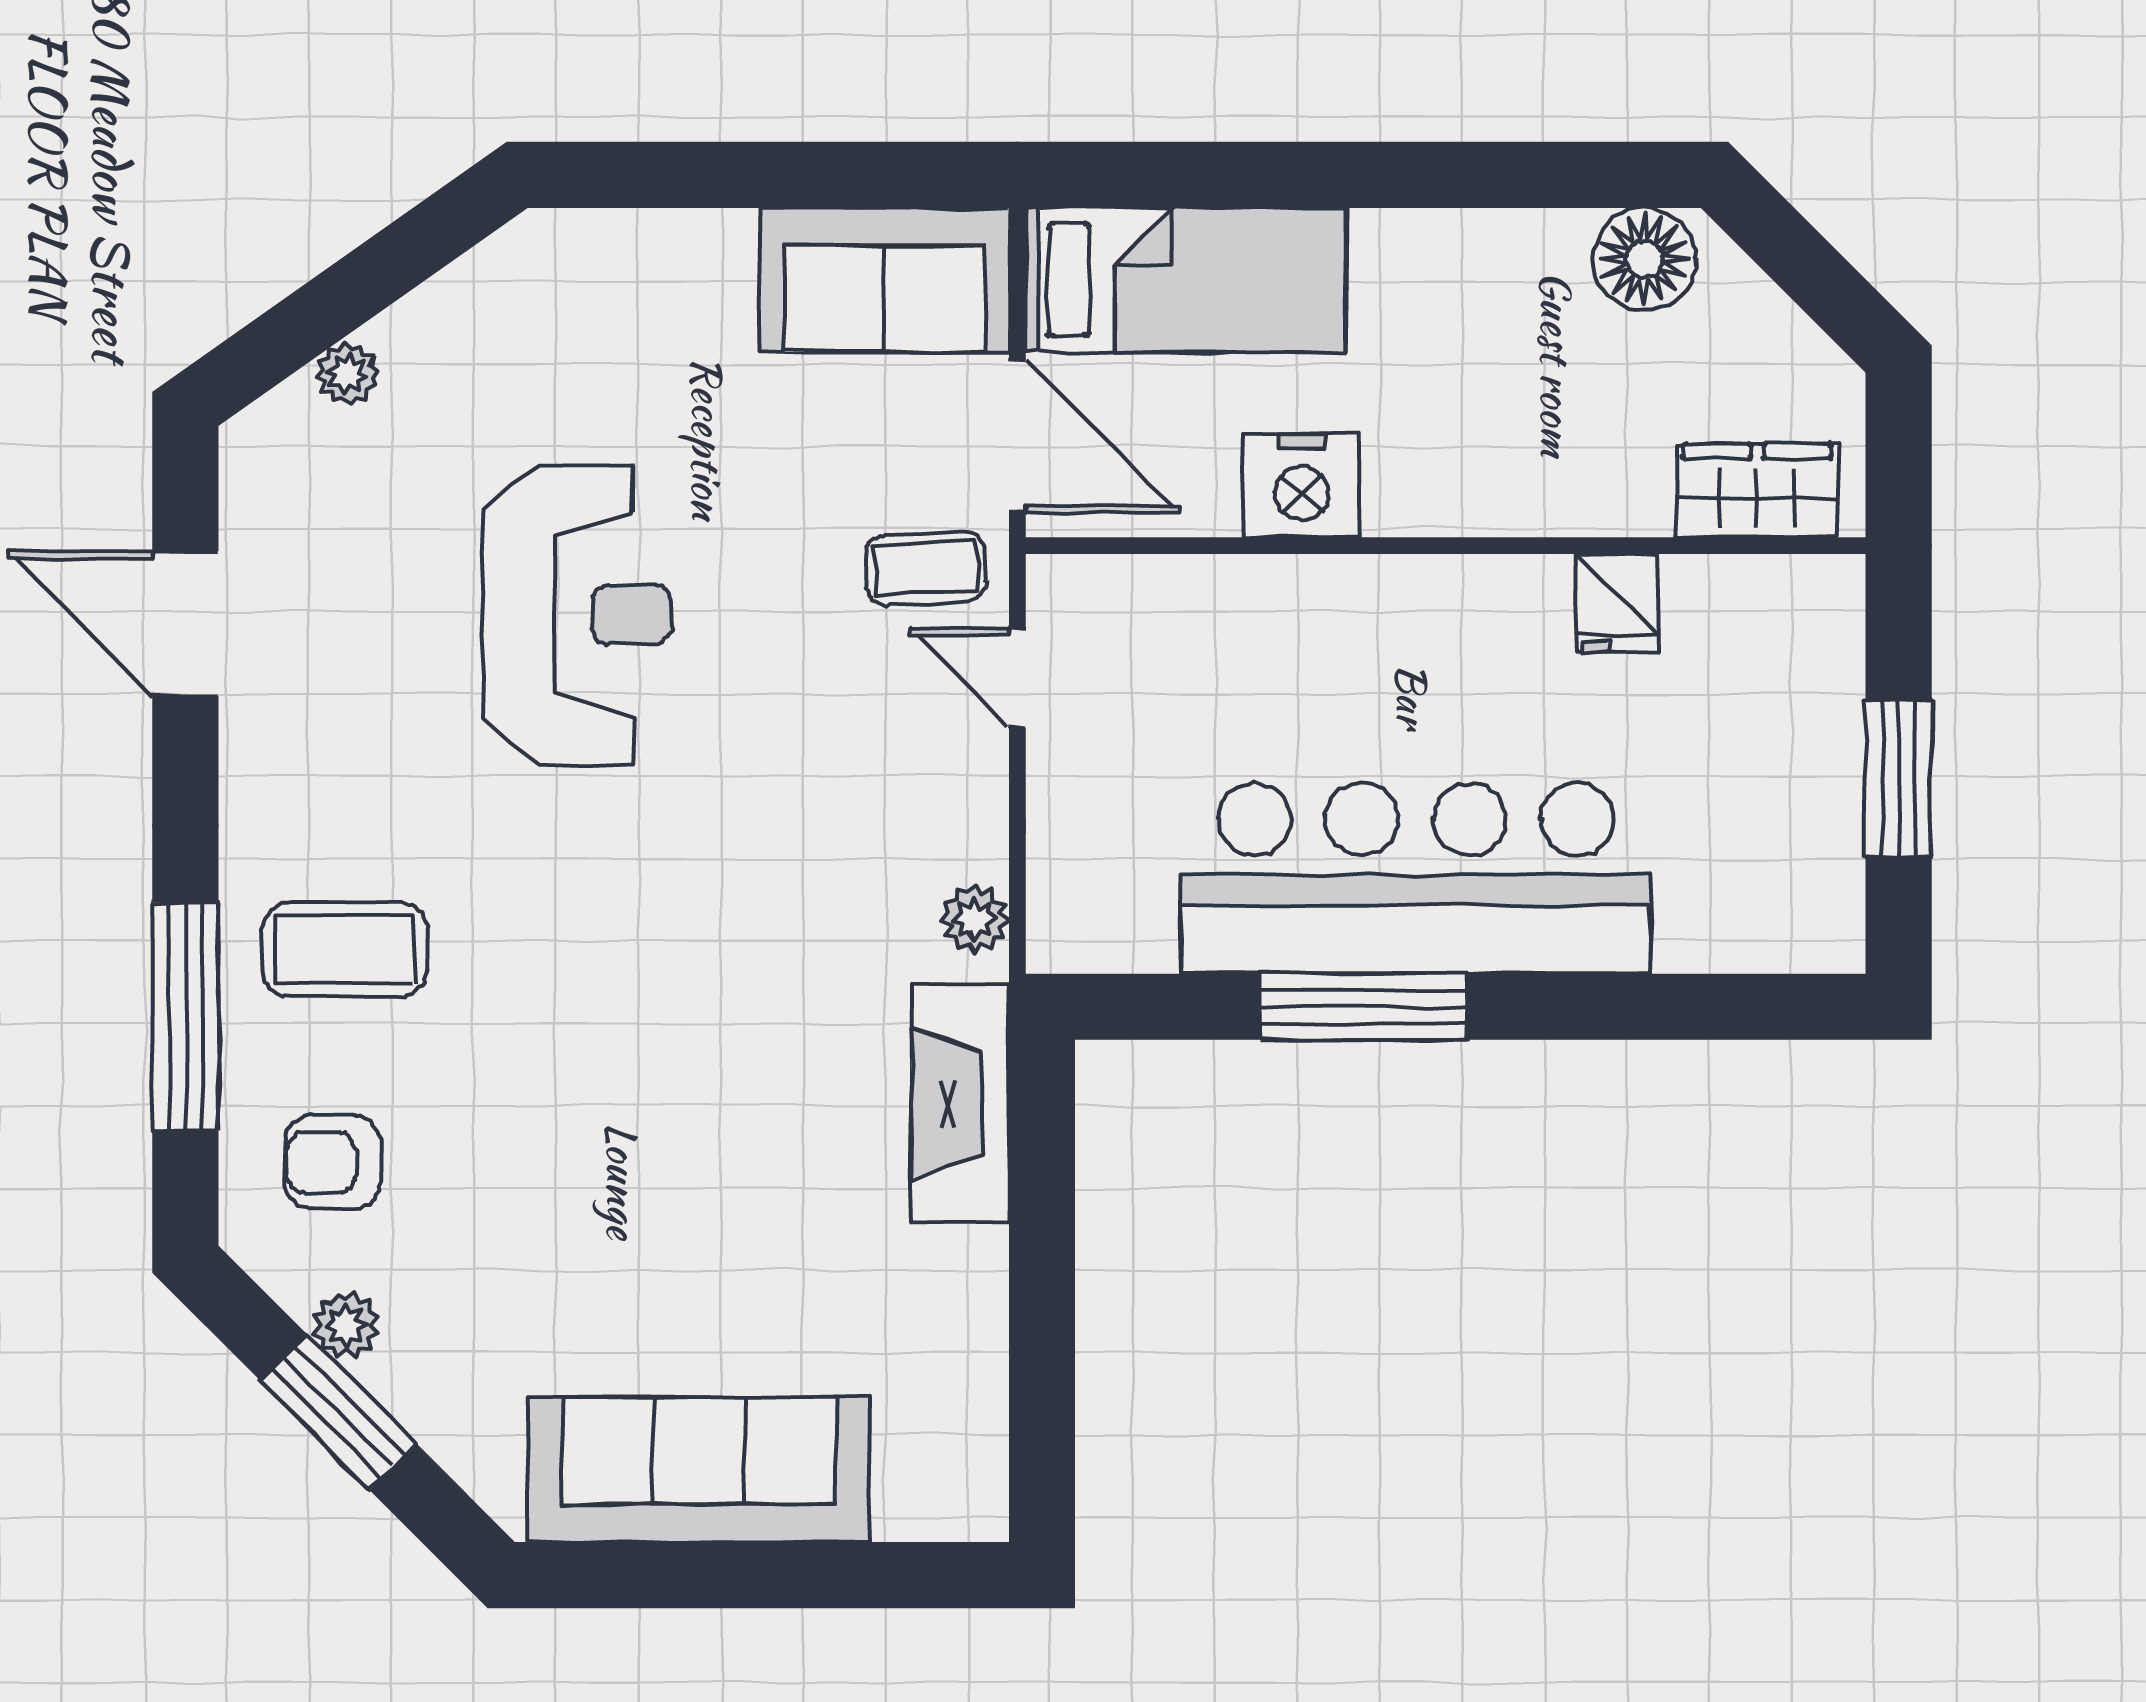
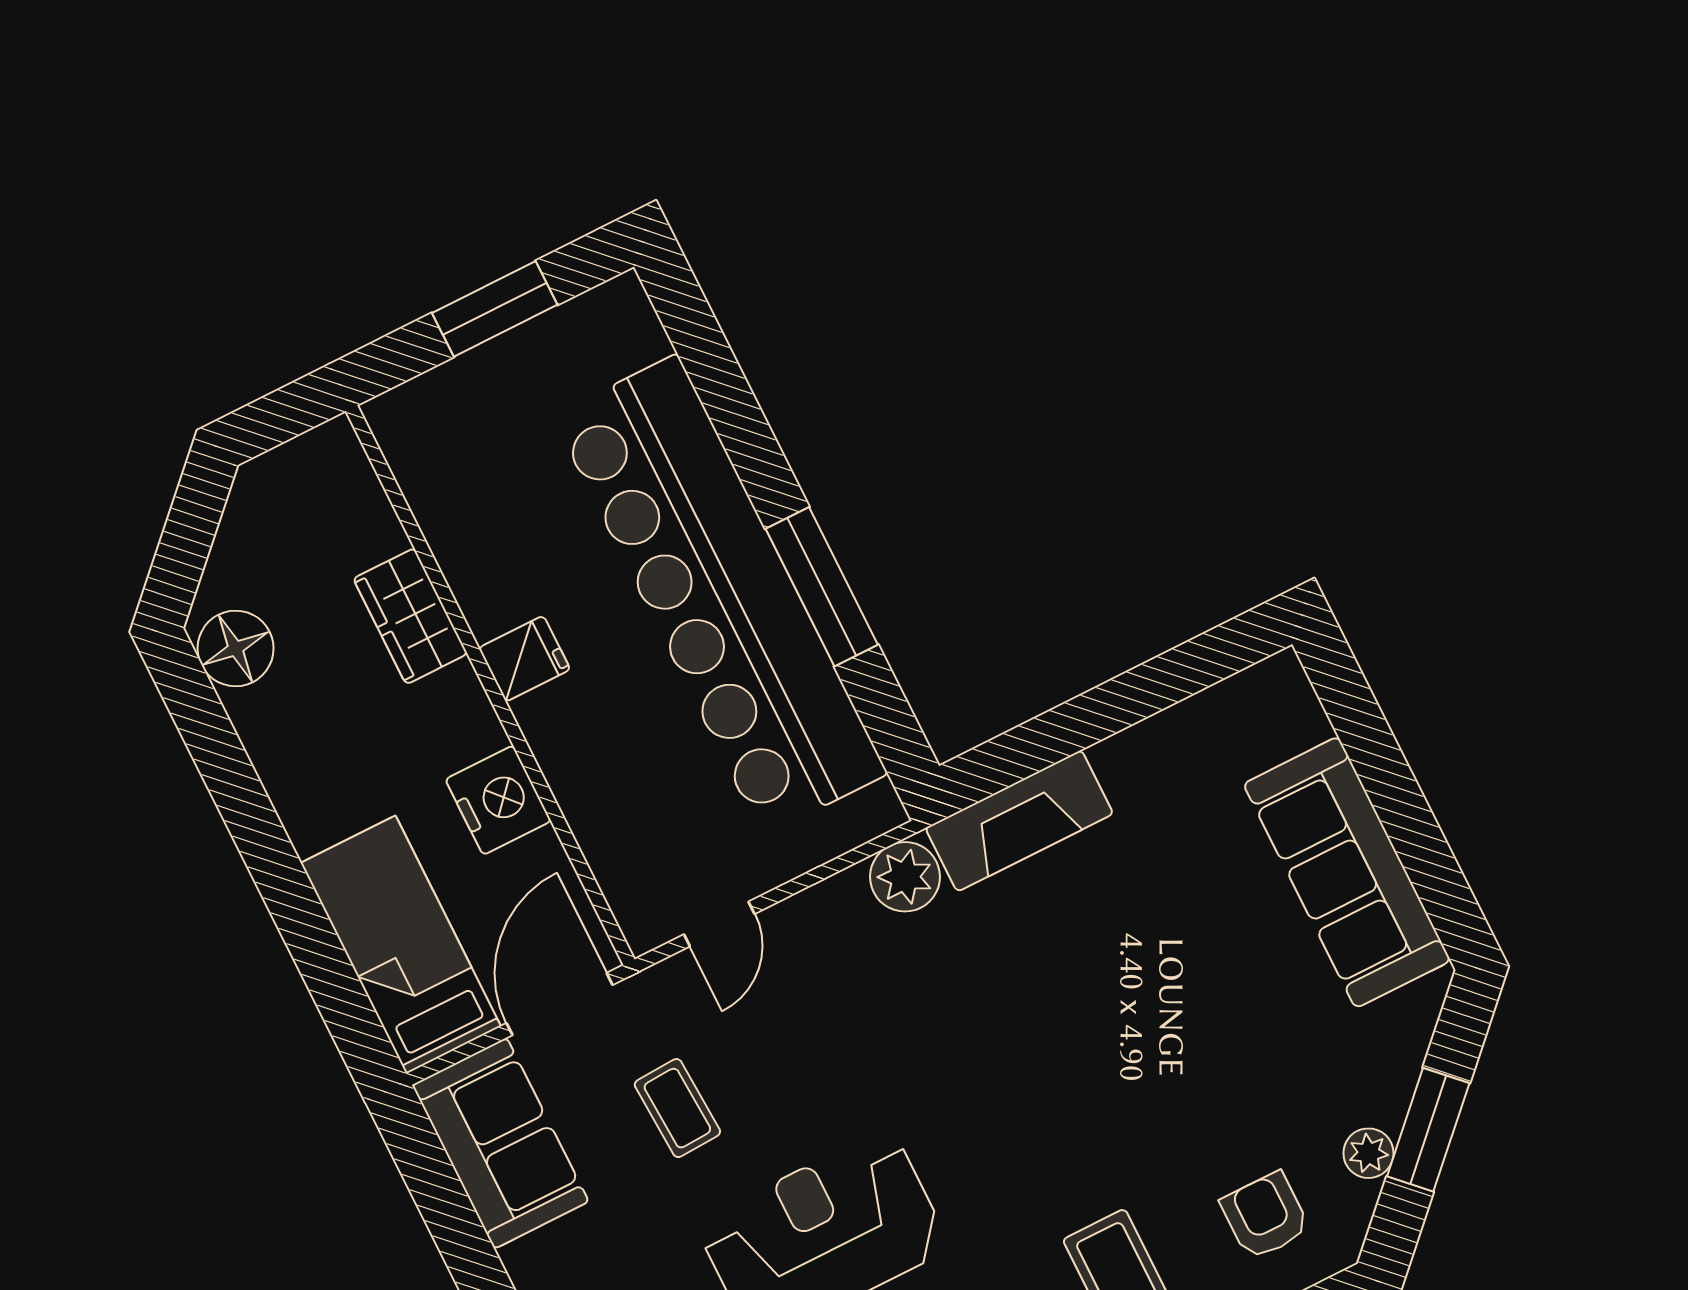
wardrobe: (1757, 491) -> (410, 616), moved
coffee table: (926, 568) -> (677, 1108), moved
fridge: (1617, 603) -> (525, 659), moved
bar counter: (1416, 878) -> (720, 595), width x1.36
plant: (975, 919) -> (905, 877), width x1.38, depth x1.38
armchair: (333, 1162) -> (1265, 1216), turned 180

